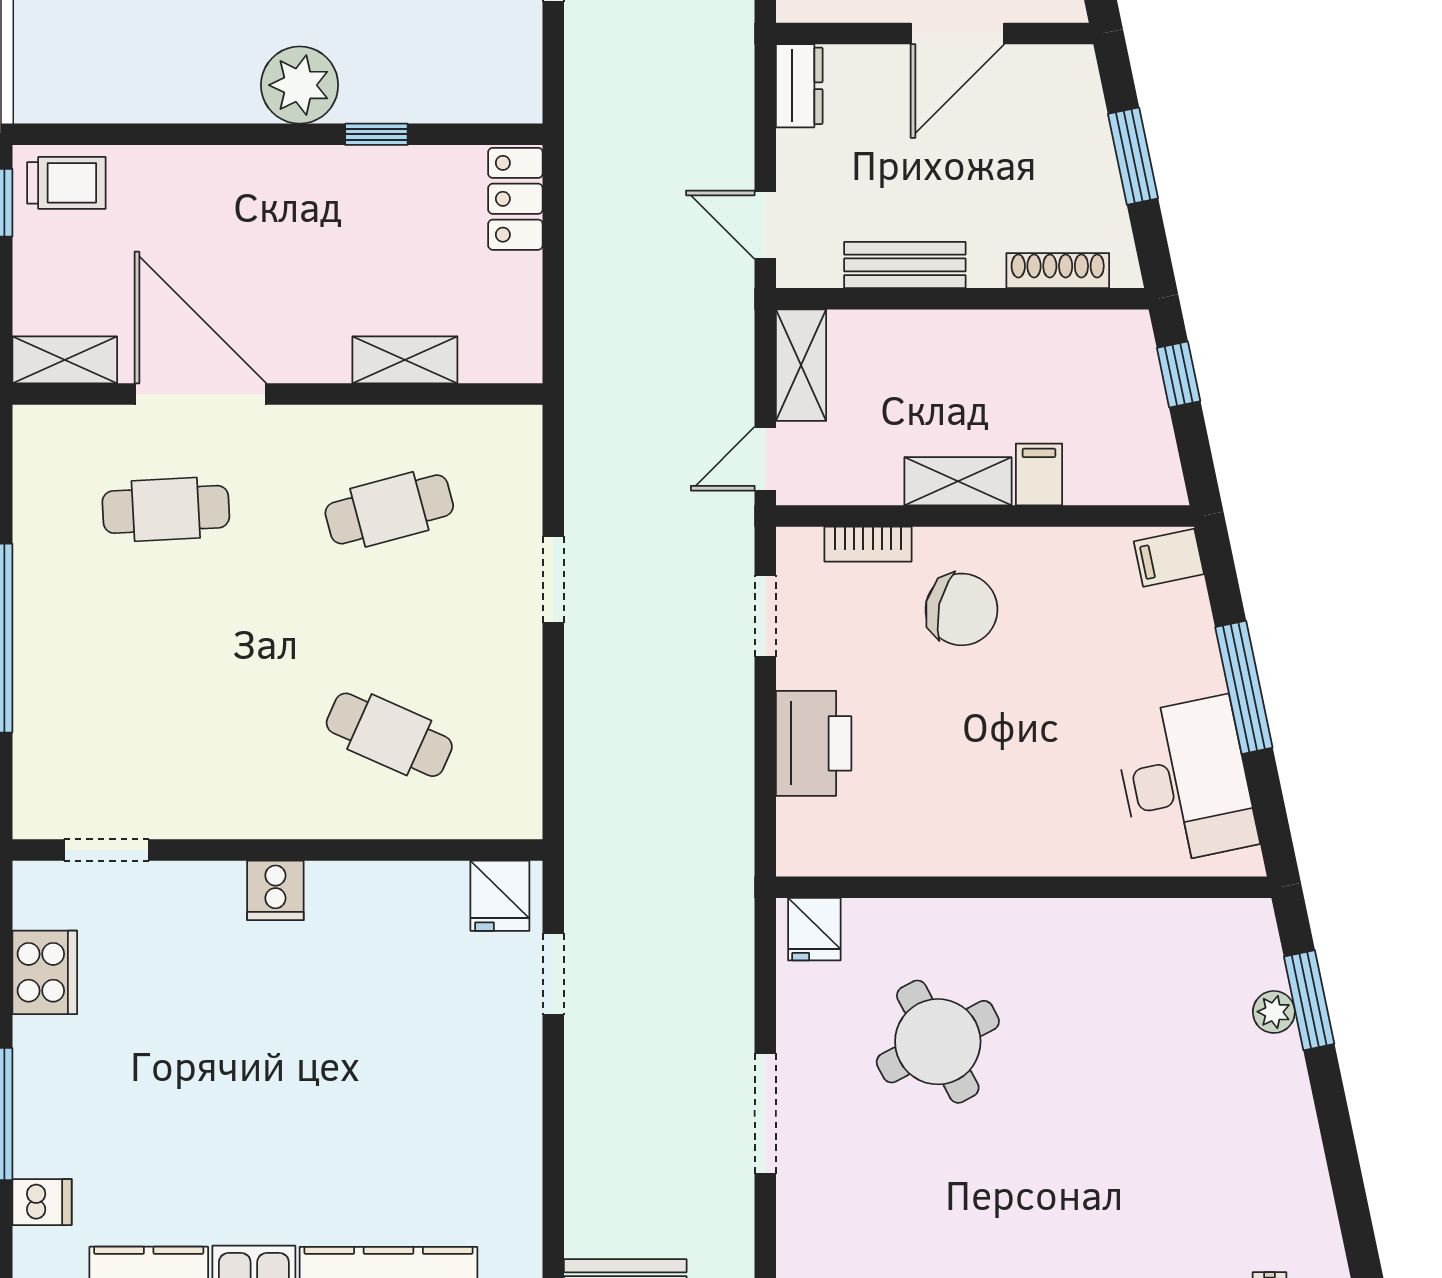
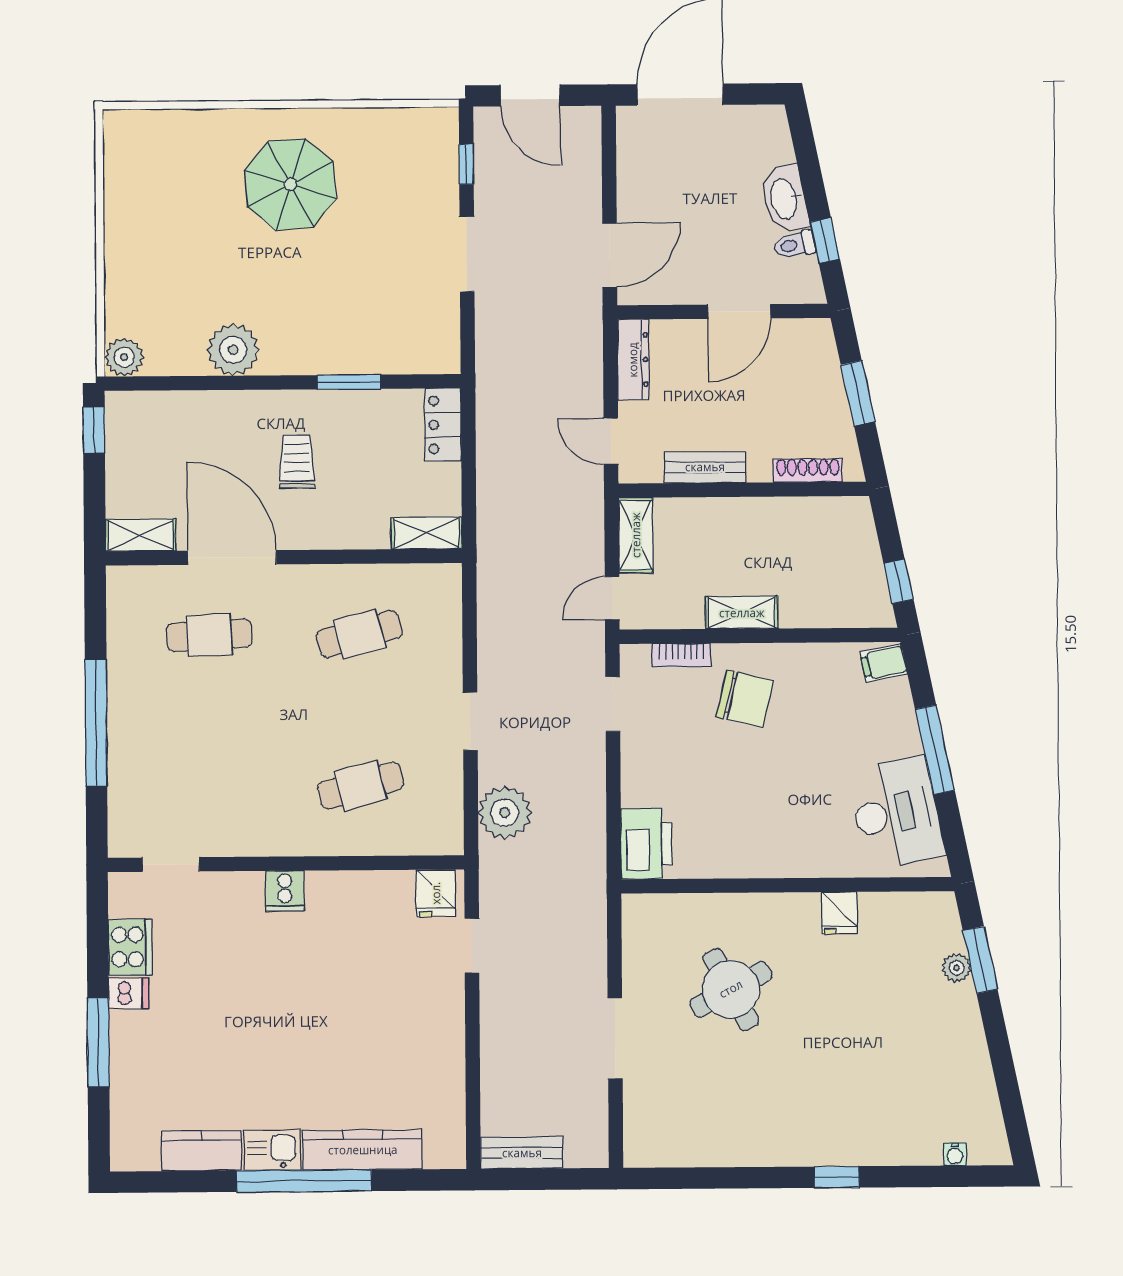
plant: (300, 85) -> (233, 350), moved
dresser: (799, 86) -> (633, 360), width x1.44
plant: (42, 95) -> (124, 357), added
window: (376, 134) -> (349, 382), width x1.50
trolley: (66, 183) -> (297, 462), moved, turned -90
shelving: (405, 360) -> (427, 533), moved
window: (1179, 374) -> (899, 581), moved
filing cabinet: (1039, 474) -> (796, 608), removed
doorway: (553, 579) -> (470, 721), moved
cafe table: (389, 735) -> (361, 786), turned -39
printer: (814, 743) -> (646, 844), moved
plant: (603, 776) -> (505, 813), added
fridge: (814, 929) -> (839, 913), moved
dishwasher: (42, 1202) -> (129, 993), moved

